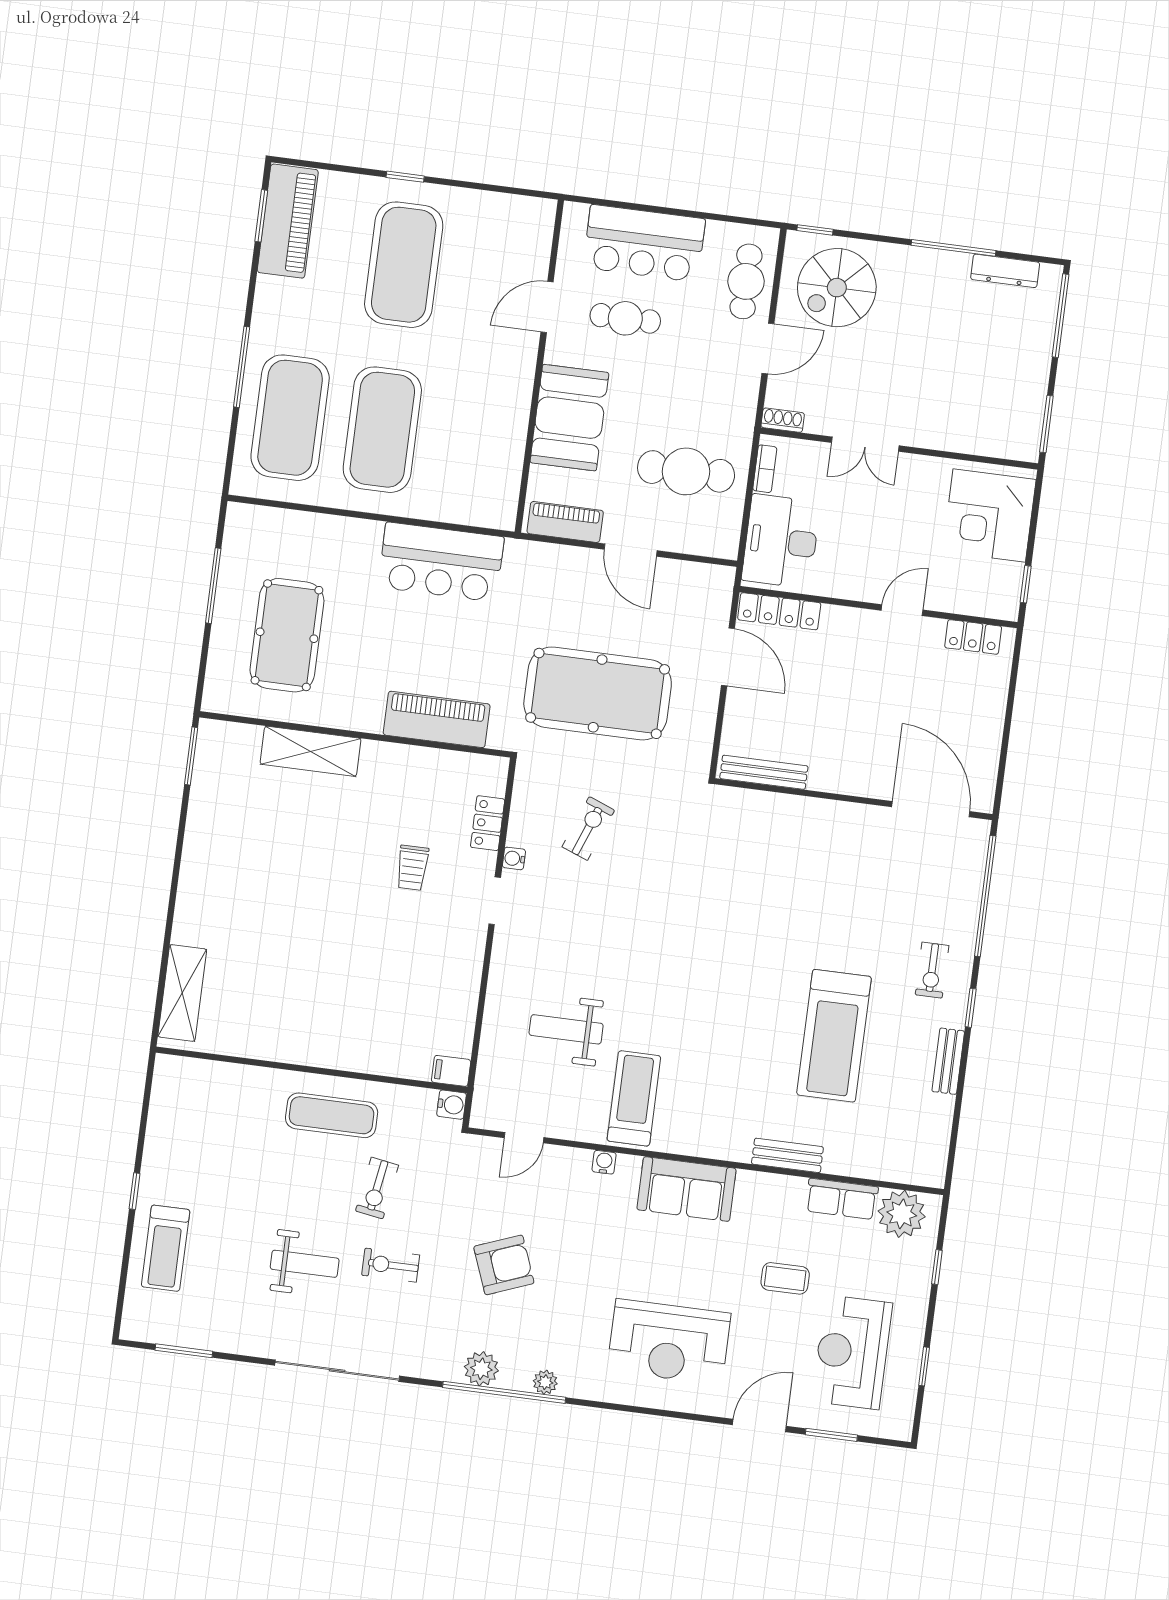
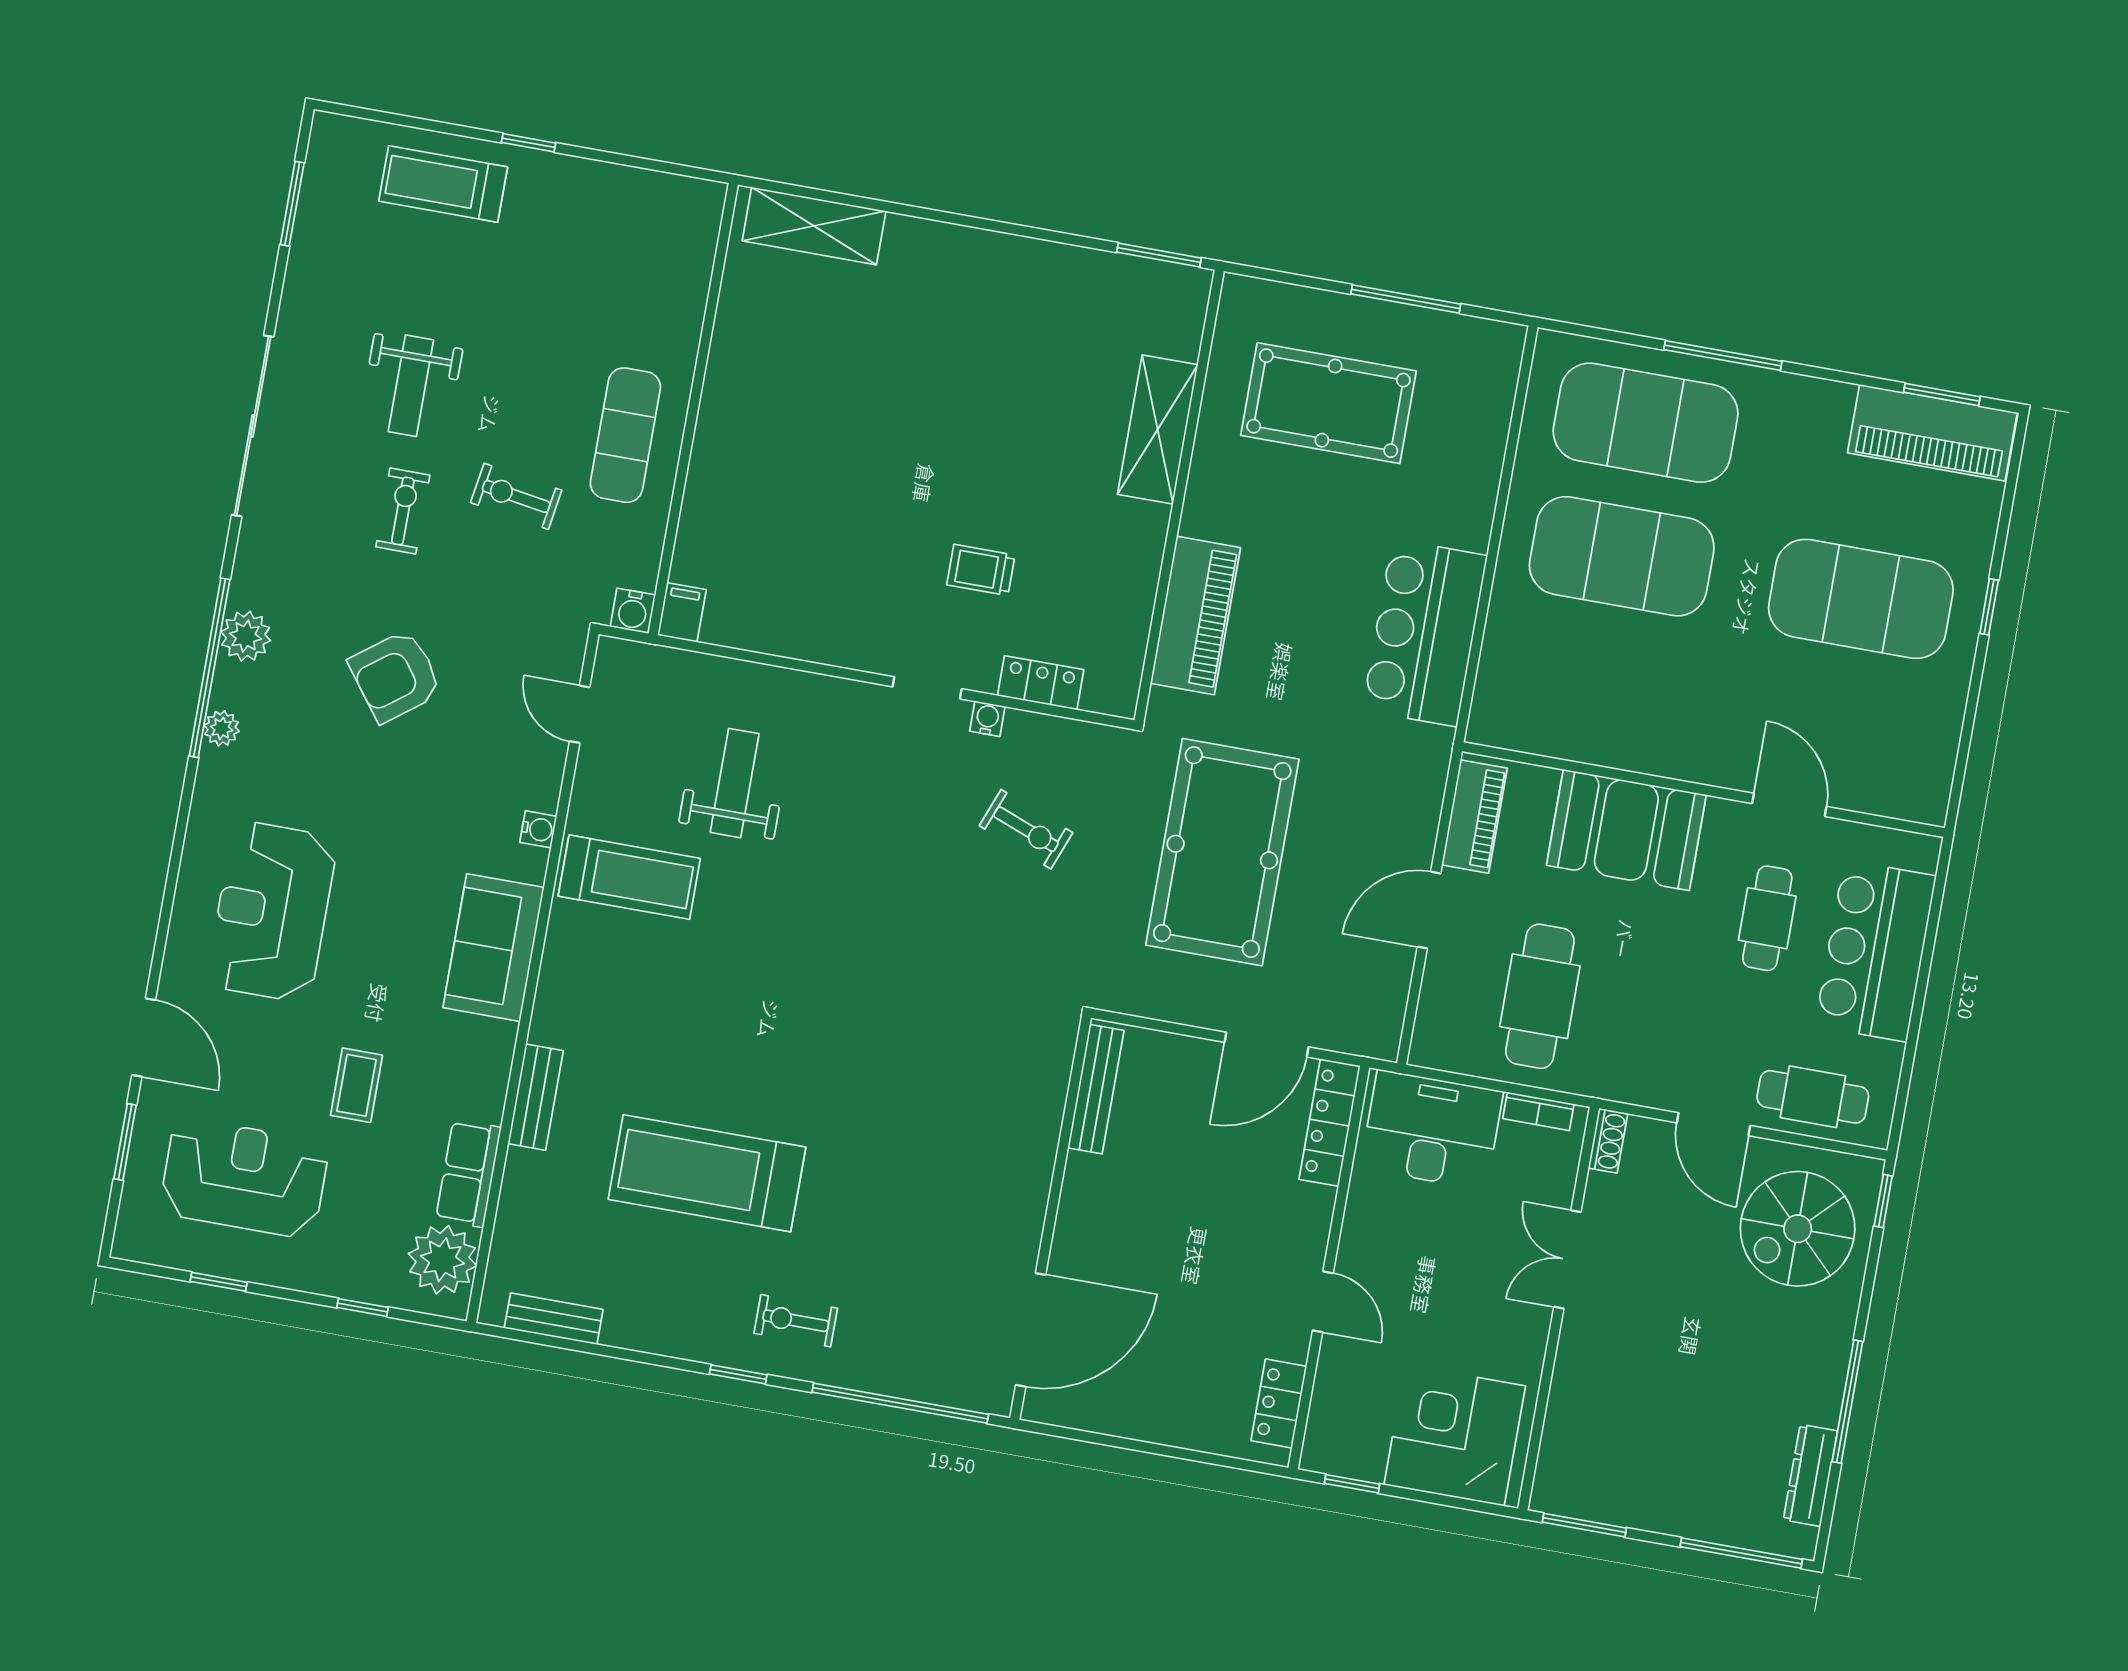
spiral stairs: (837, 288) -> (1798, 1229), turned -90
bench: (948, 1061) -> (554, 1319), moved
armchair: (504, 1265) -> (395, 676), turned 74

